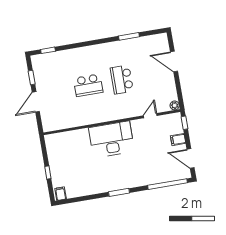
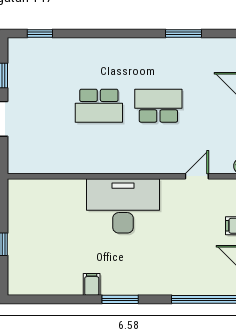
school desk: (122, 80) -> (158, 106), turned 90
filing cabinet: (61, 194) -> (92, 284), moved

